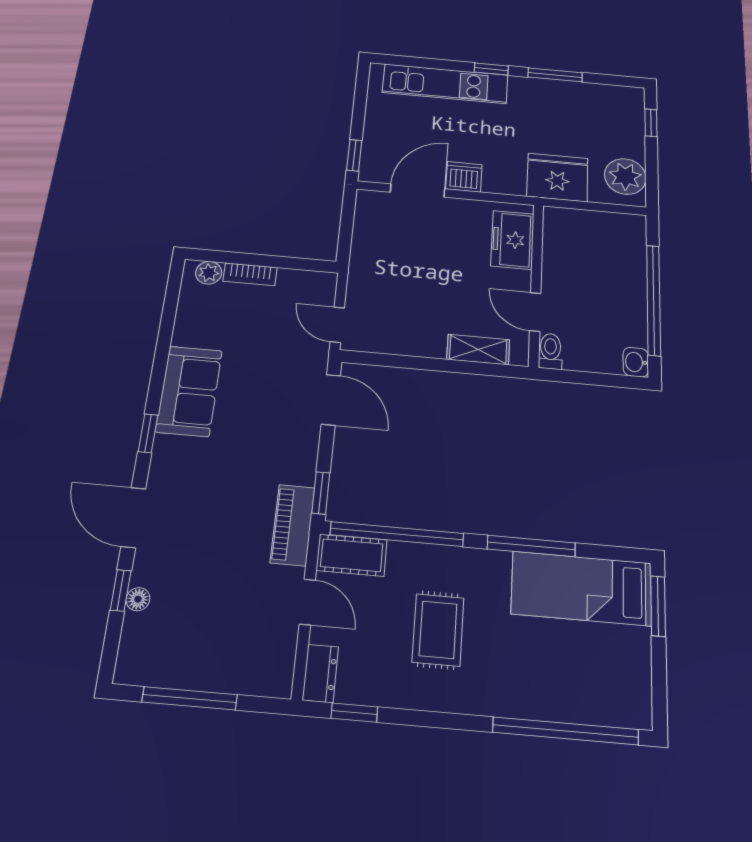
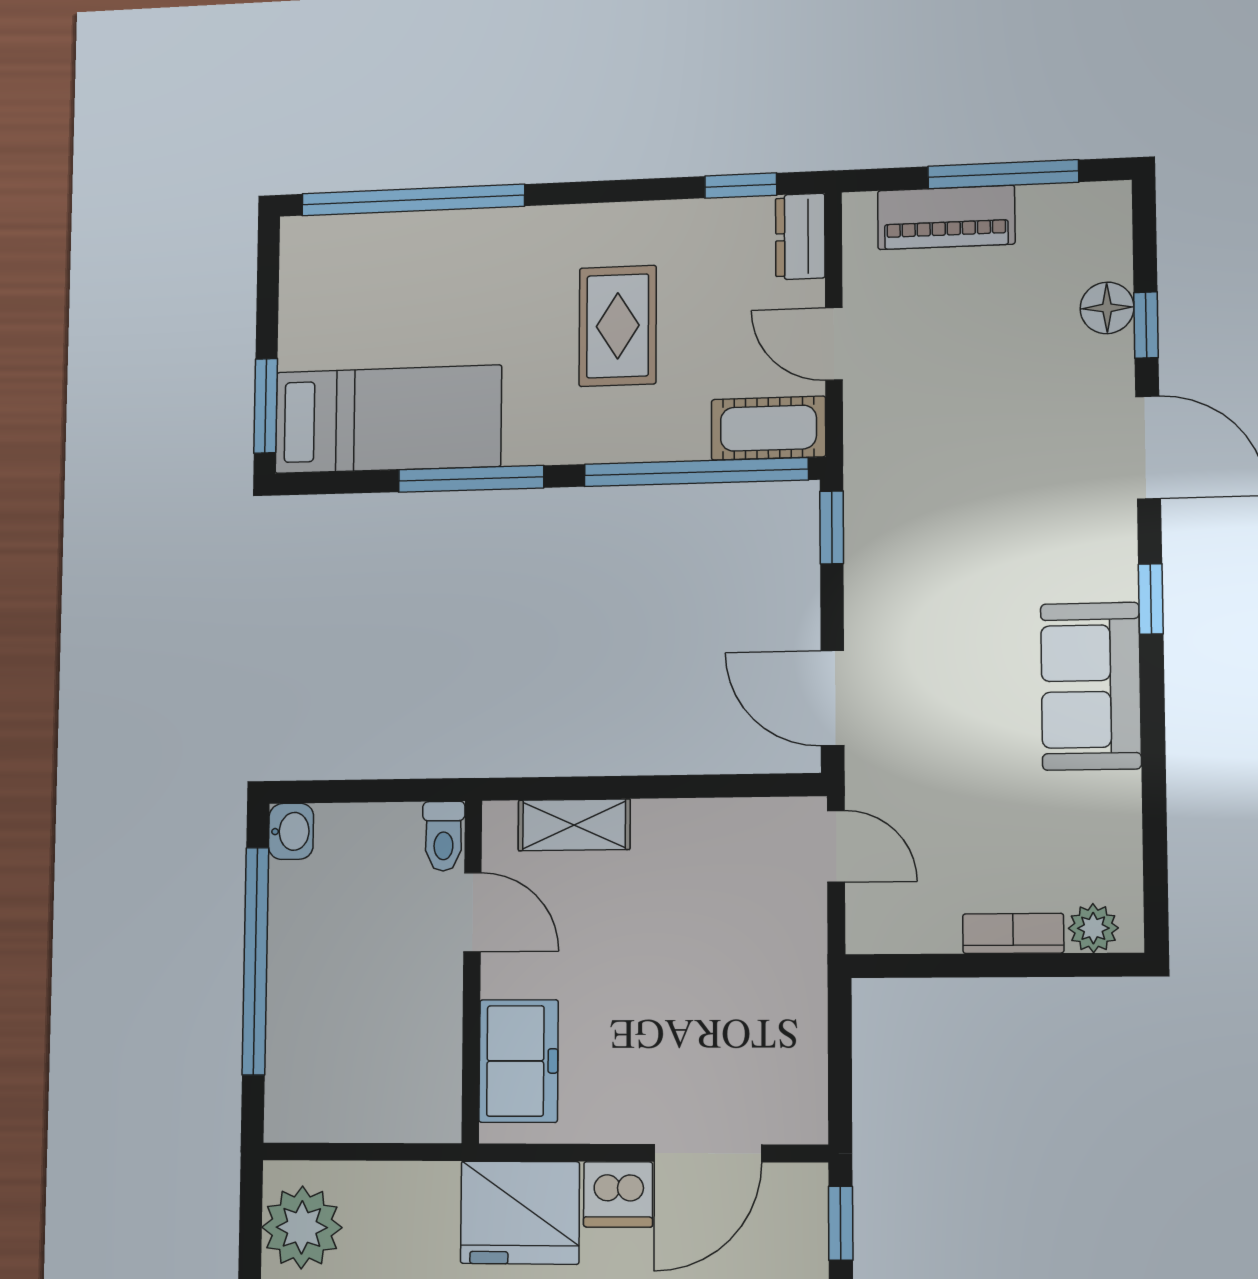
fridge: (557, 177) -> (520, 1213), moved
piano: (293, 525) -> (946, 217), moved, turned 90
floor lamp: (138, 599) -> (1107, 308), width x1.37, depth x1.37

